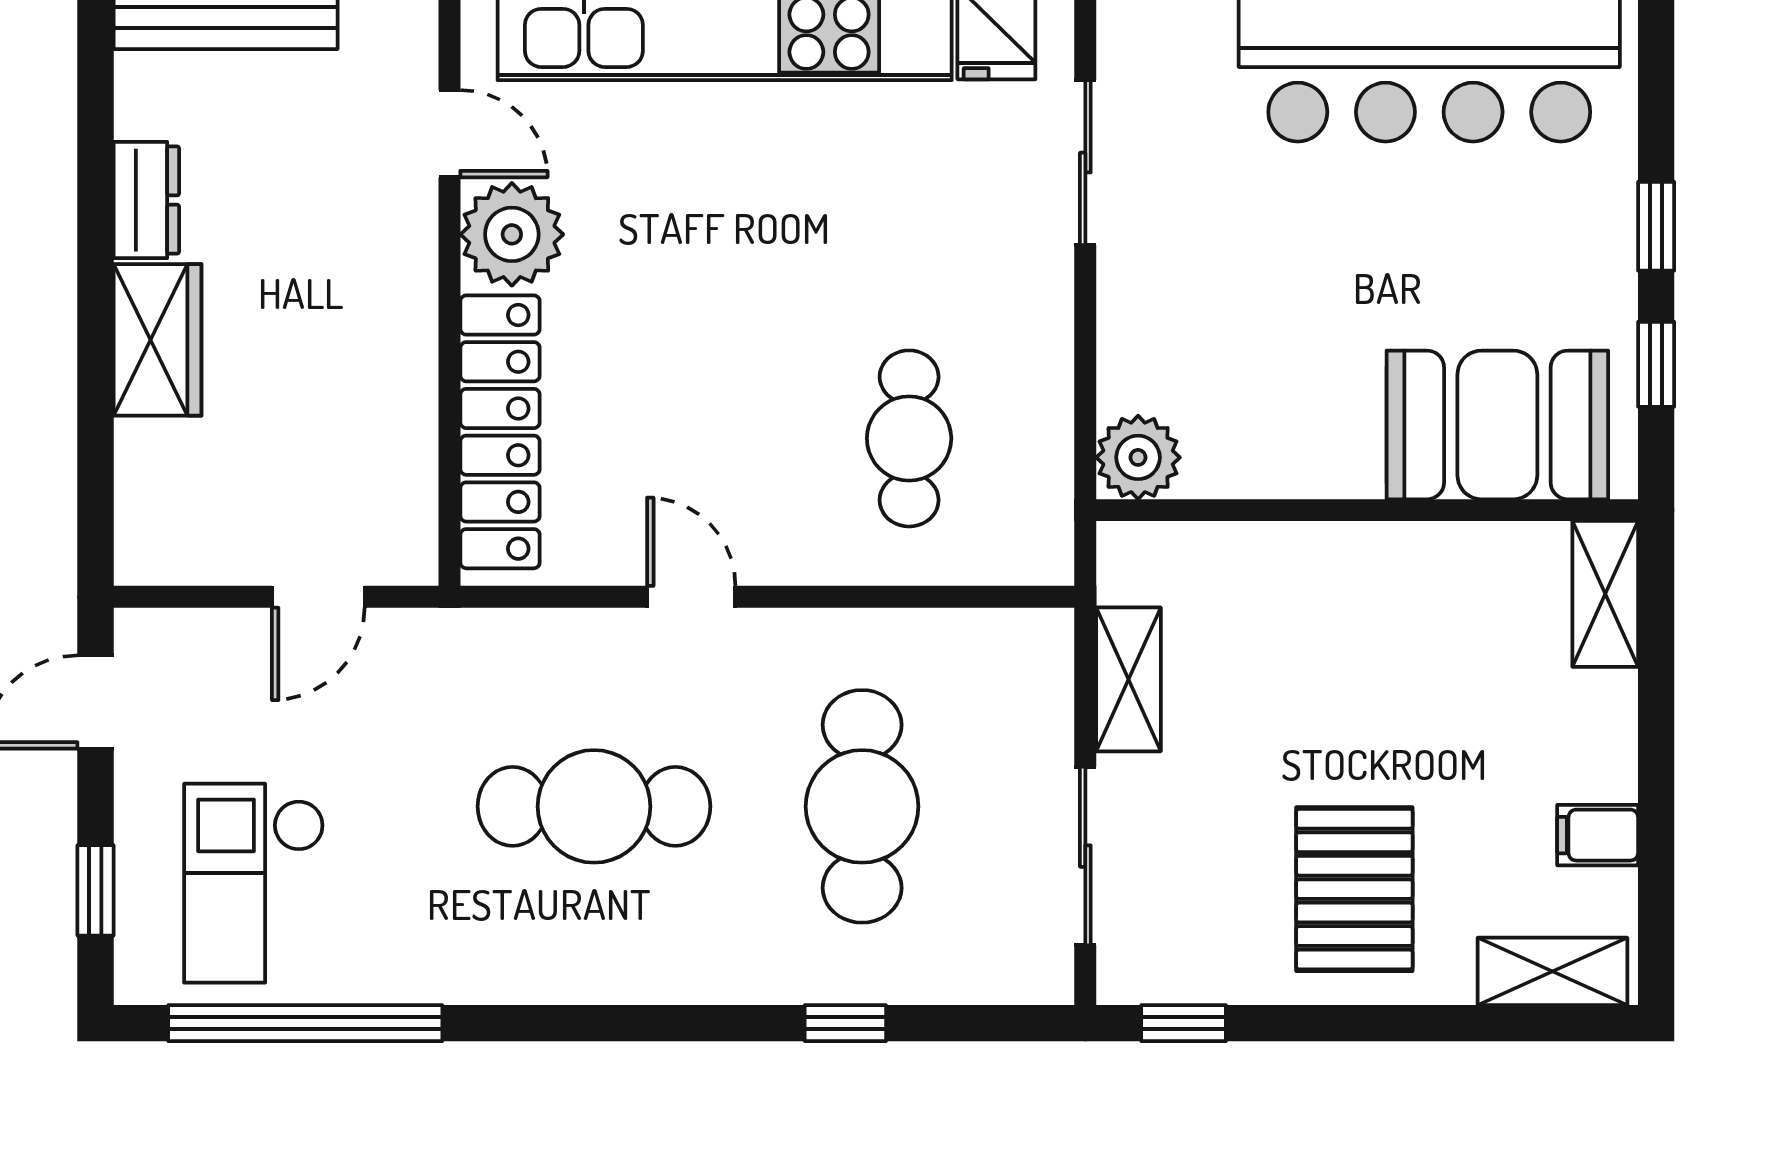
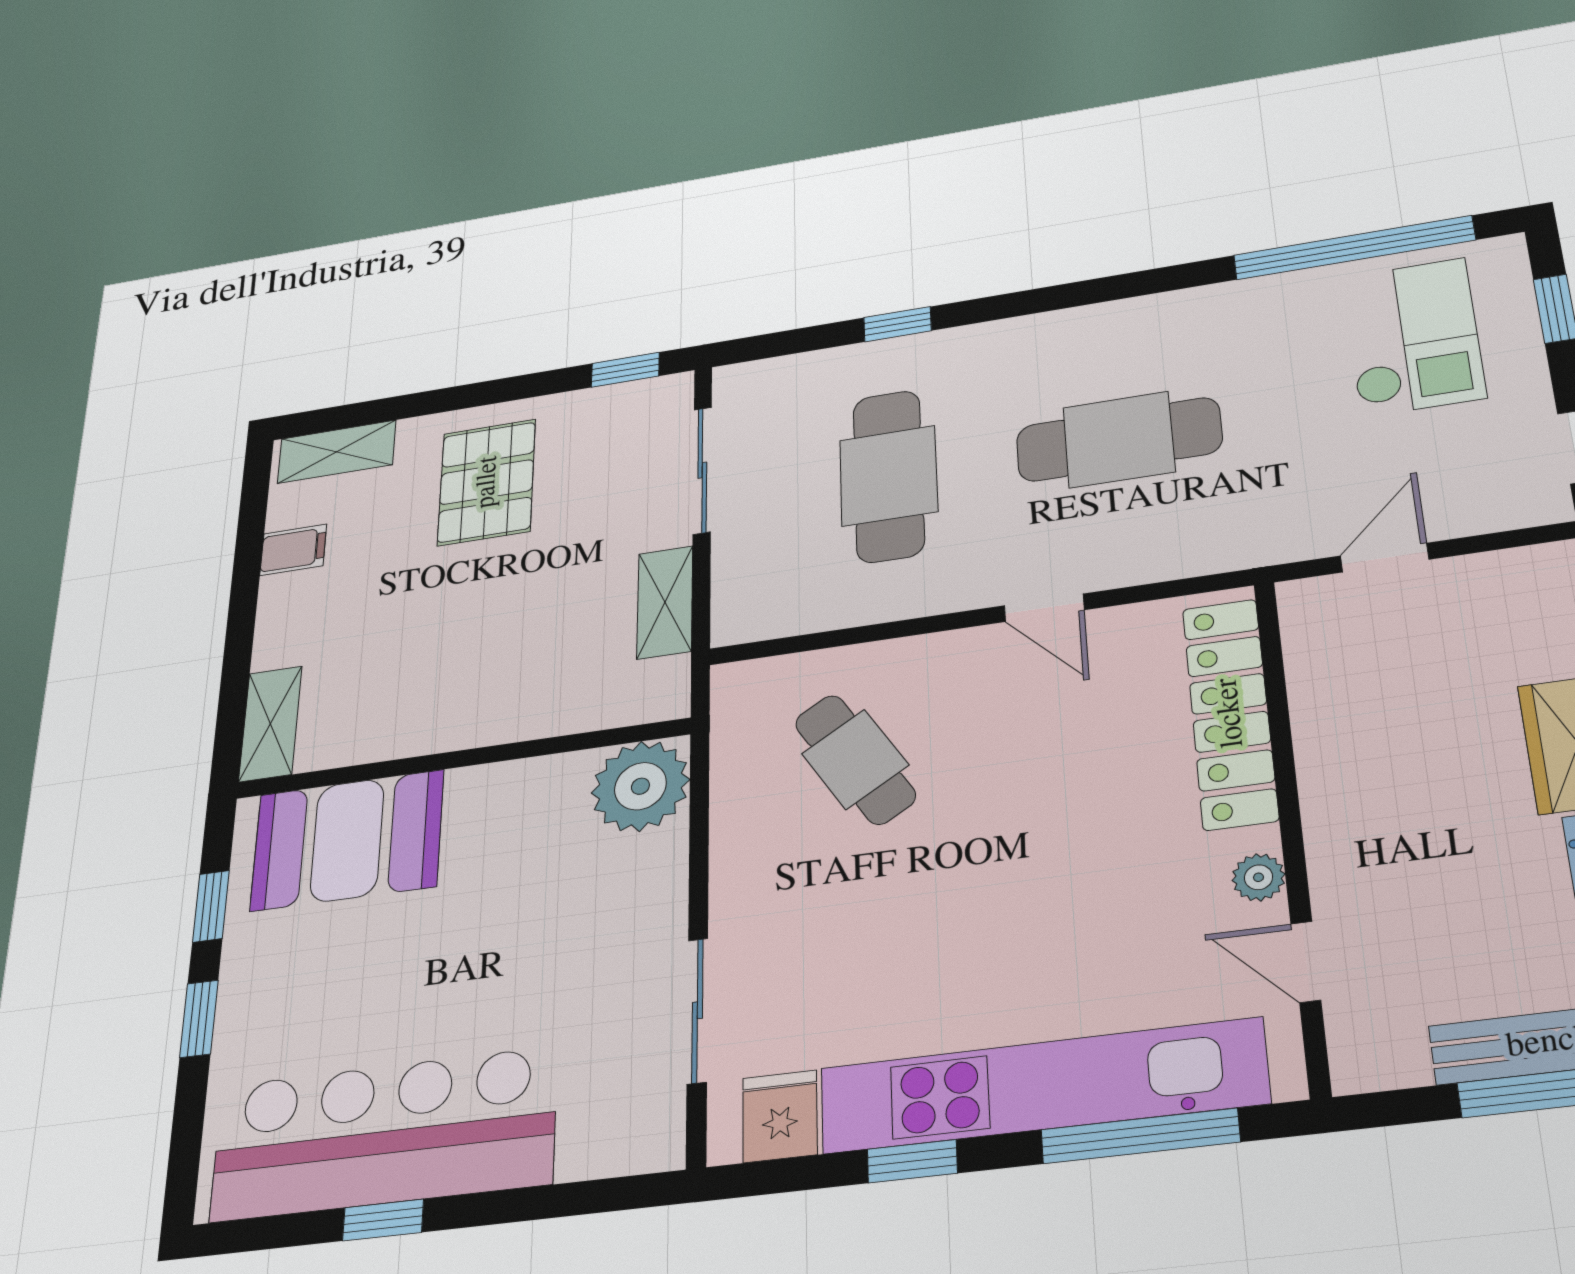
plant: (512, 234) -> (1259, 877), width x0.53, depth x0.53
cafe table: (909, 438) -> (855, 759), turned -32
plant: (1138, 457) -> (640, 786), width x1.36, depth x1.36

